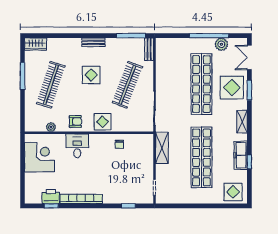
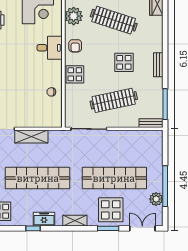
clothes rail: (127, 85) -> (114, 100), turned -33
plant: (51, 127) -> (74, 16), width x1.88, depth x1.88
shelving: (162, 148) -> (31, 137), moved
freezer: (241, 155) -> (44, 219), width x0.71

